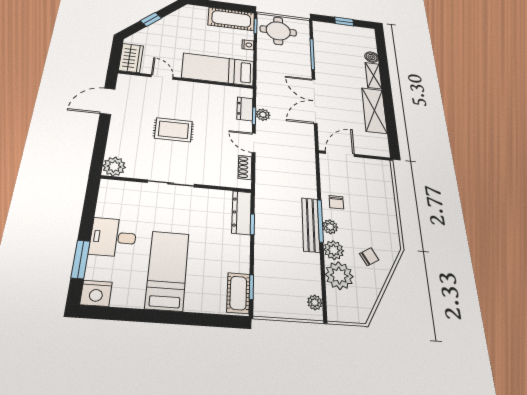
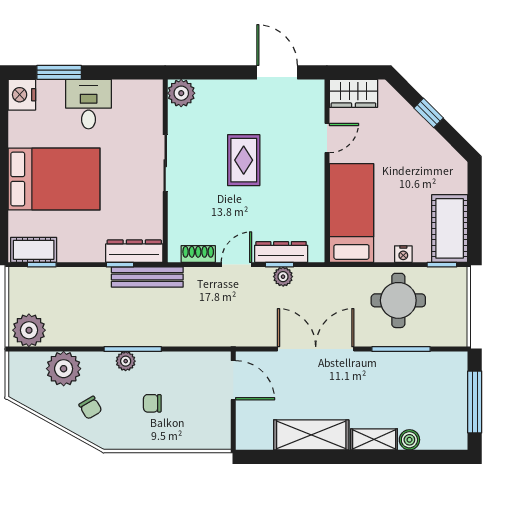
window: (344, 21) -> (475, 402), width x2.17
round table: (278, 31) -> (398, 300), moved
dresser: (245, 109) -> (281, 252), width x1.44
chair: (336, 202) -> (152, 403), moved
bench: (311, 225) -> (147, 277), moved
plant: (334, 250) -> (95, 364), removed
bed: (167, 270) -> (54, 179), width x1.50
plant: (315, 302) -> (29, 330), width x1.87, depth x1.87

